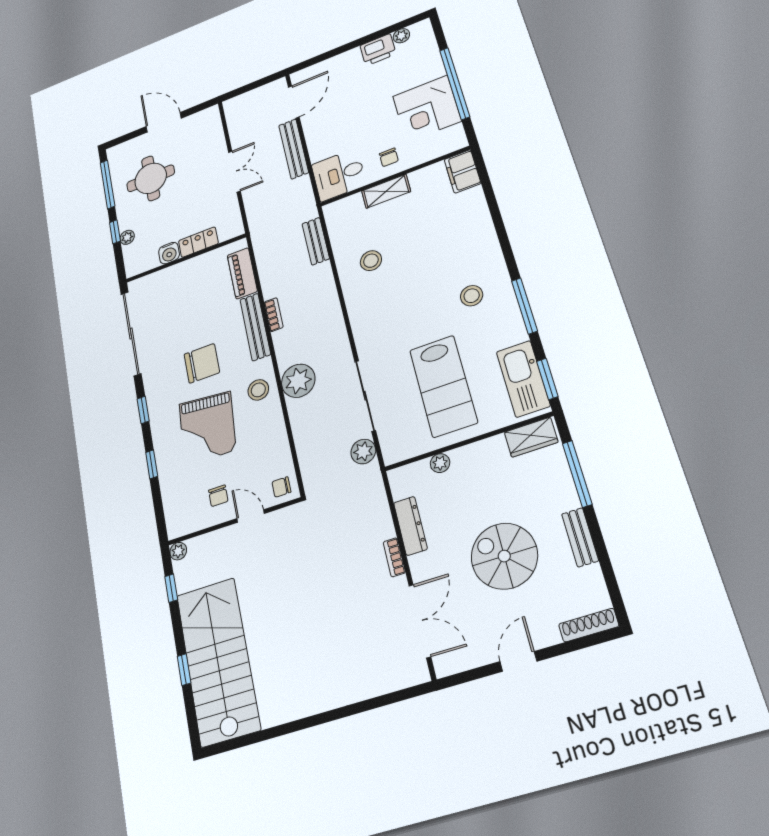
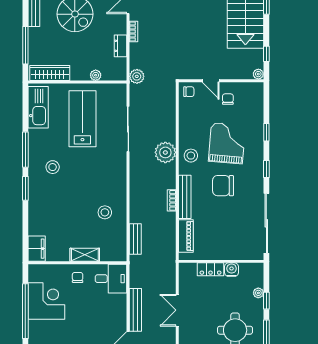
window: (547, 379) -> (25, 188), moved
wardrobe: (531, 437) -> (50, 73), width x1.50
plant: (363, 452) -> (137, 76), moved
dresser: (410, 526) -> (121, 46), width x0.70

